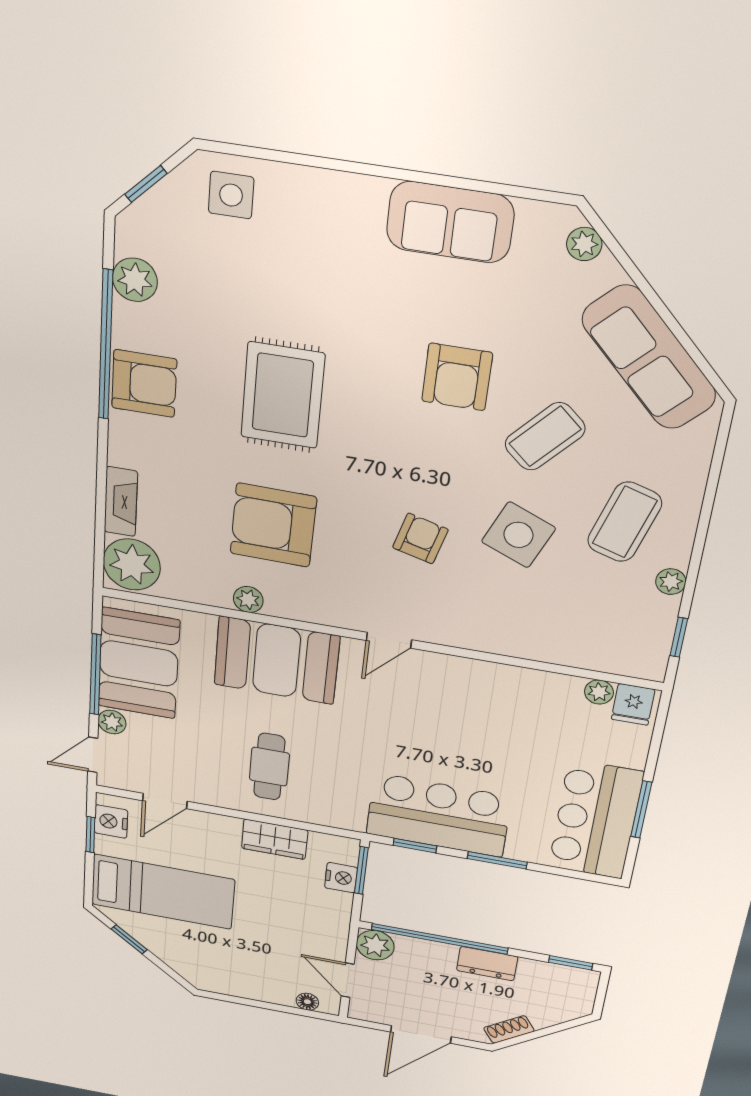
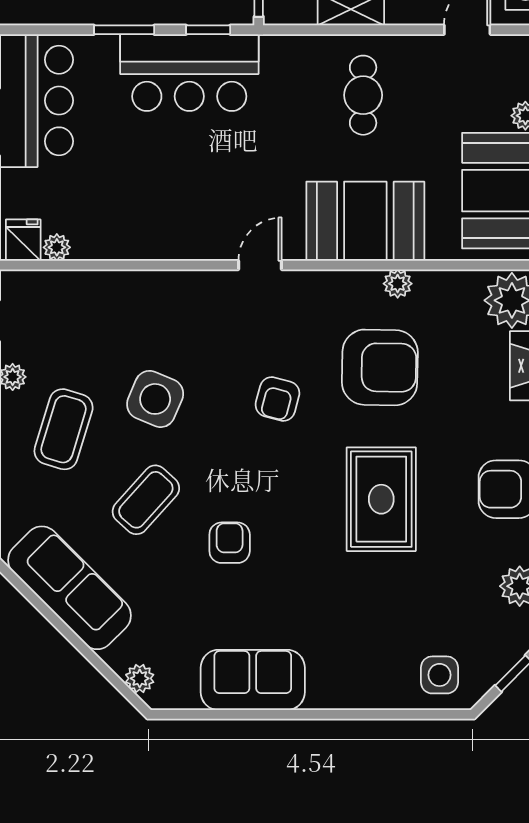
armchair: (457, 377) -> (230, 543), width x0.72, depth x0.72
armchair: (420, 539) -> (277, 399), moved

